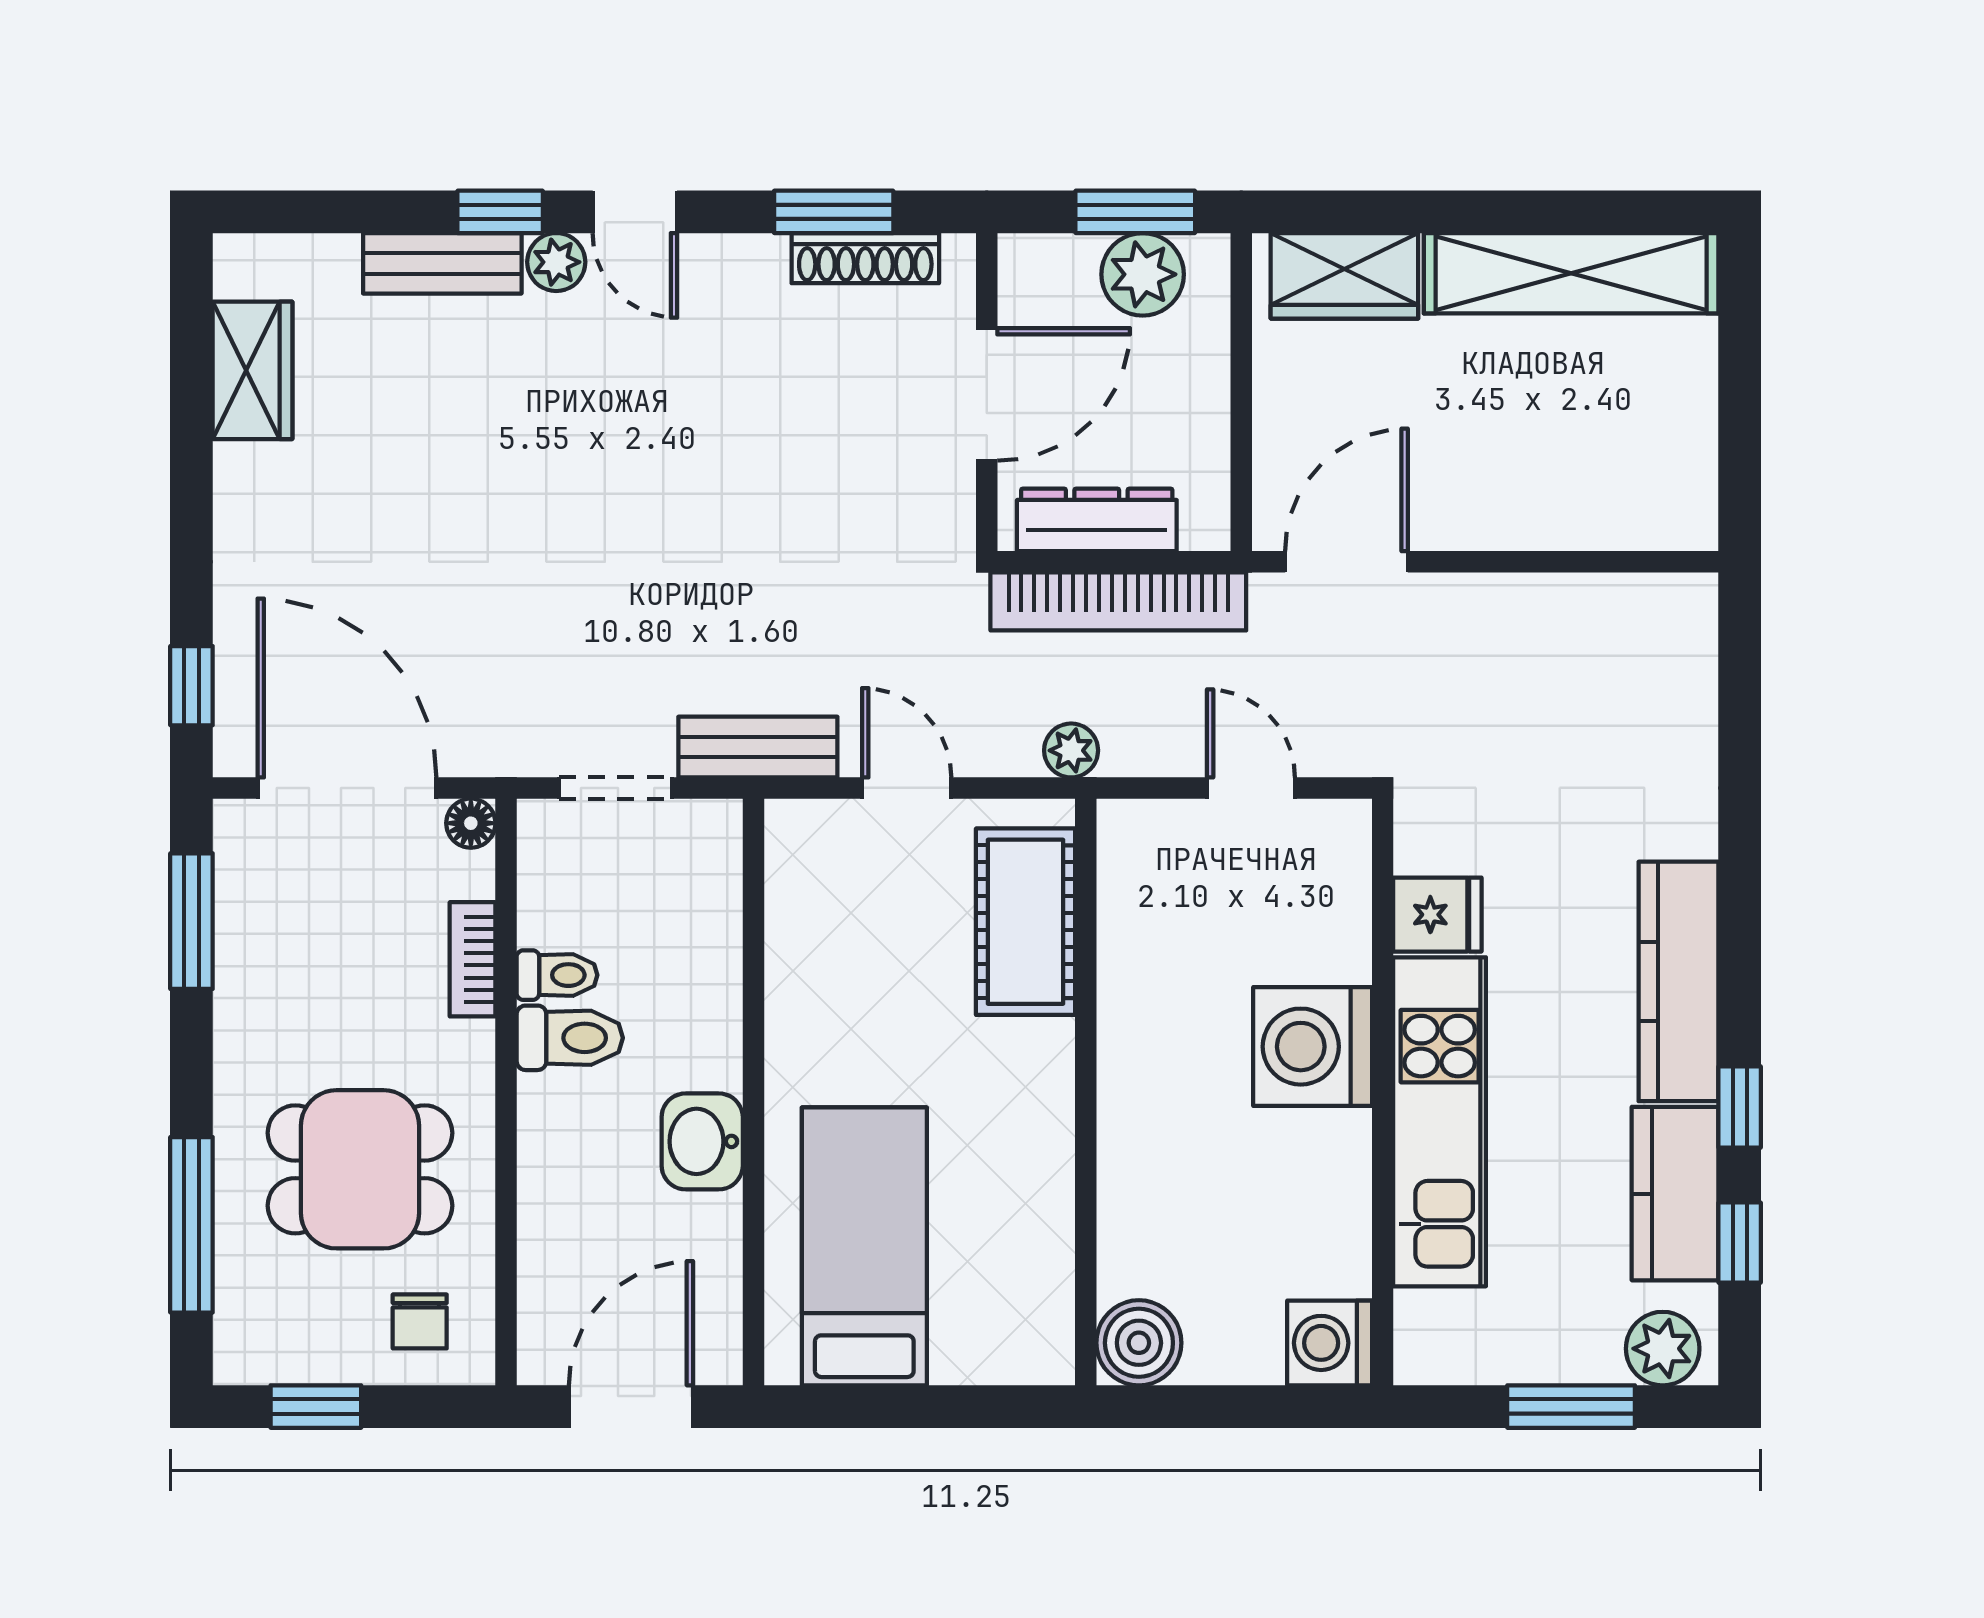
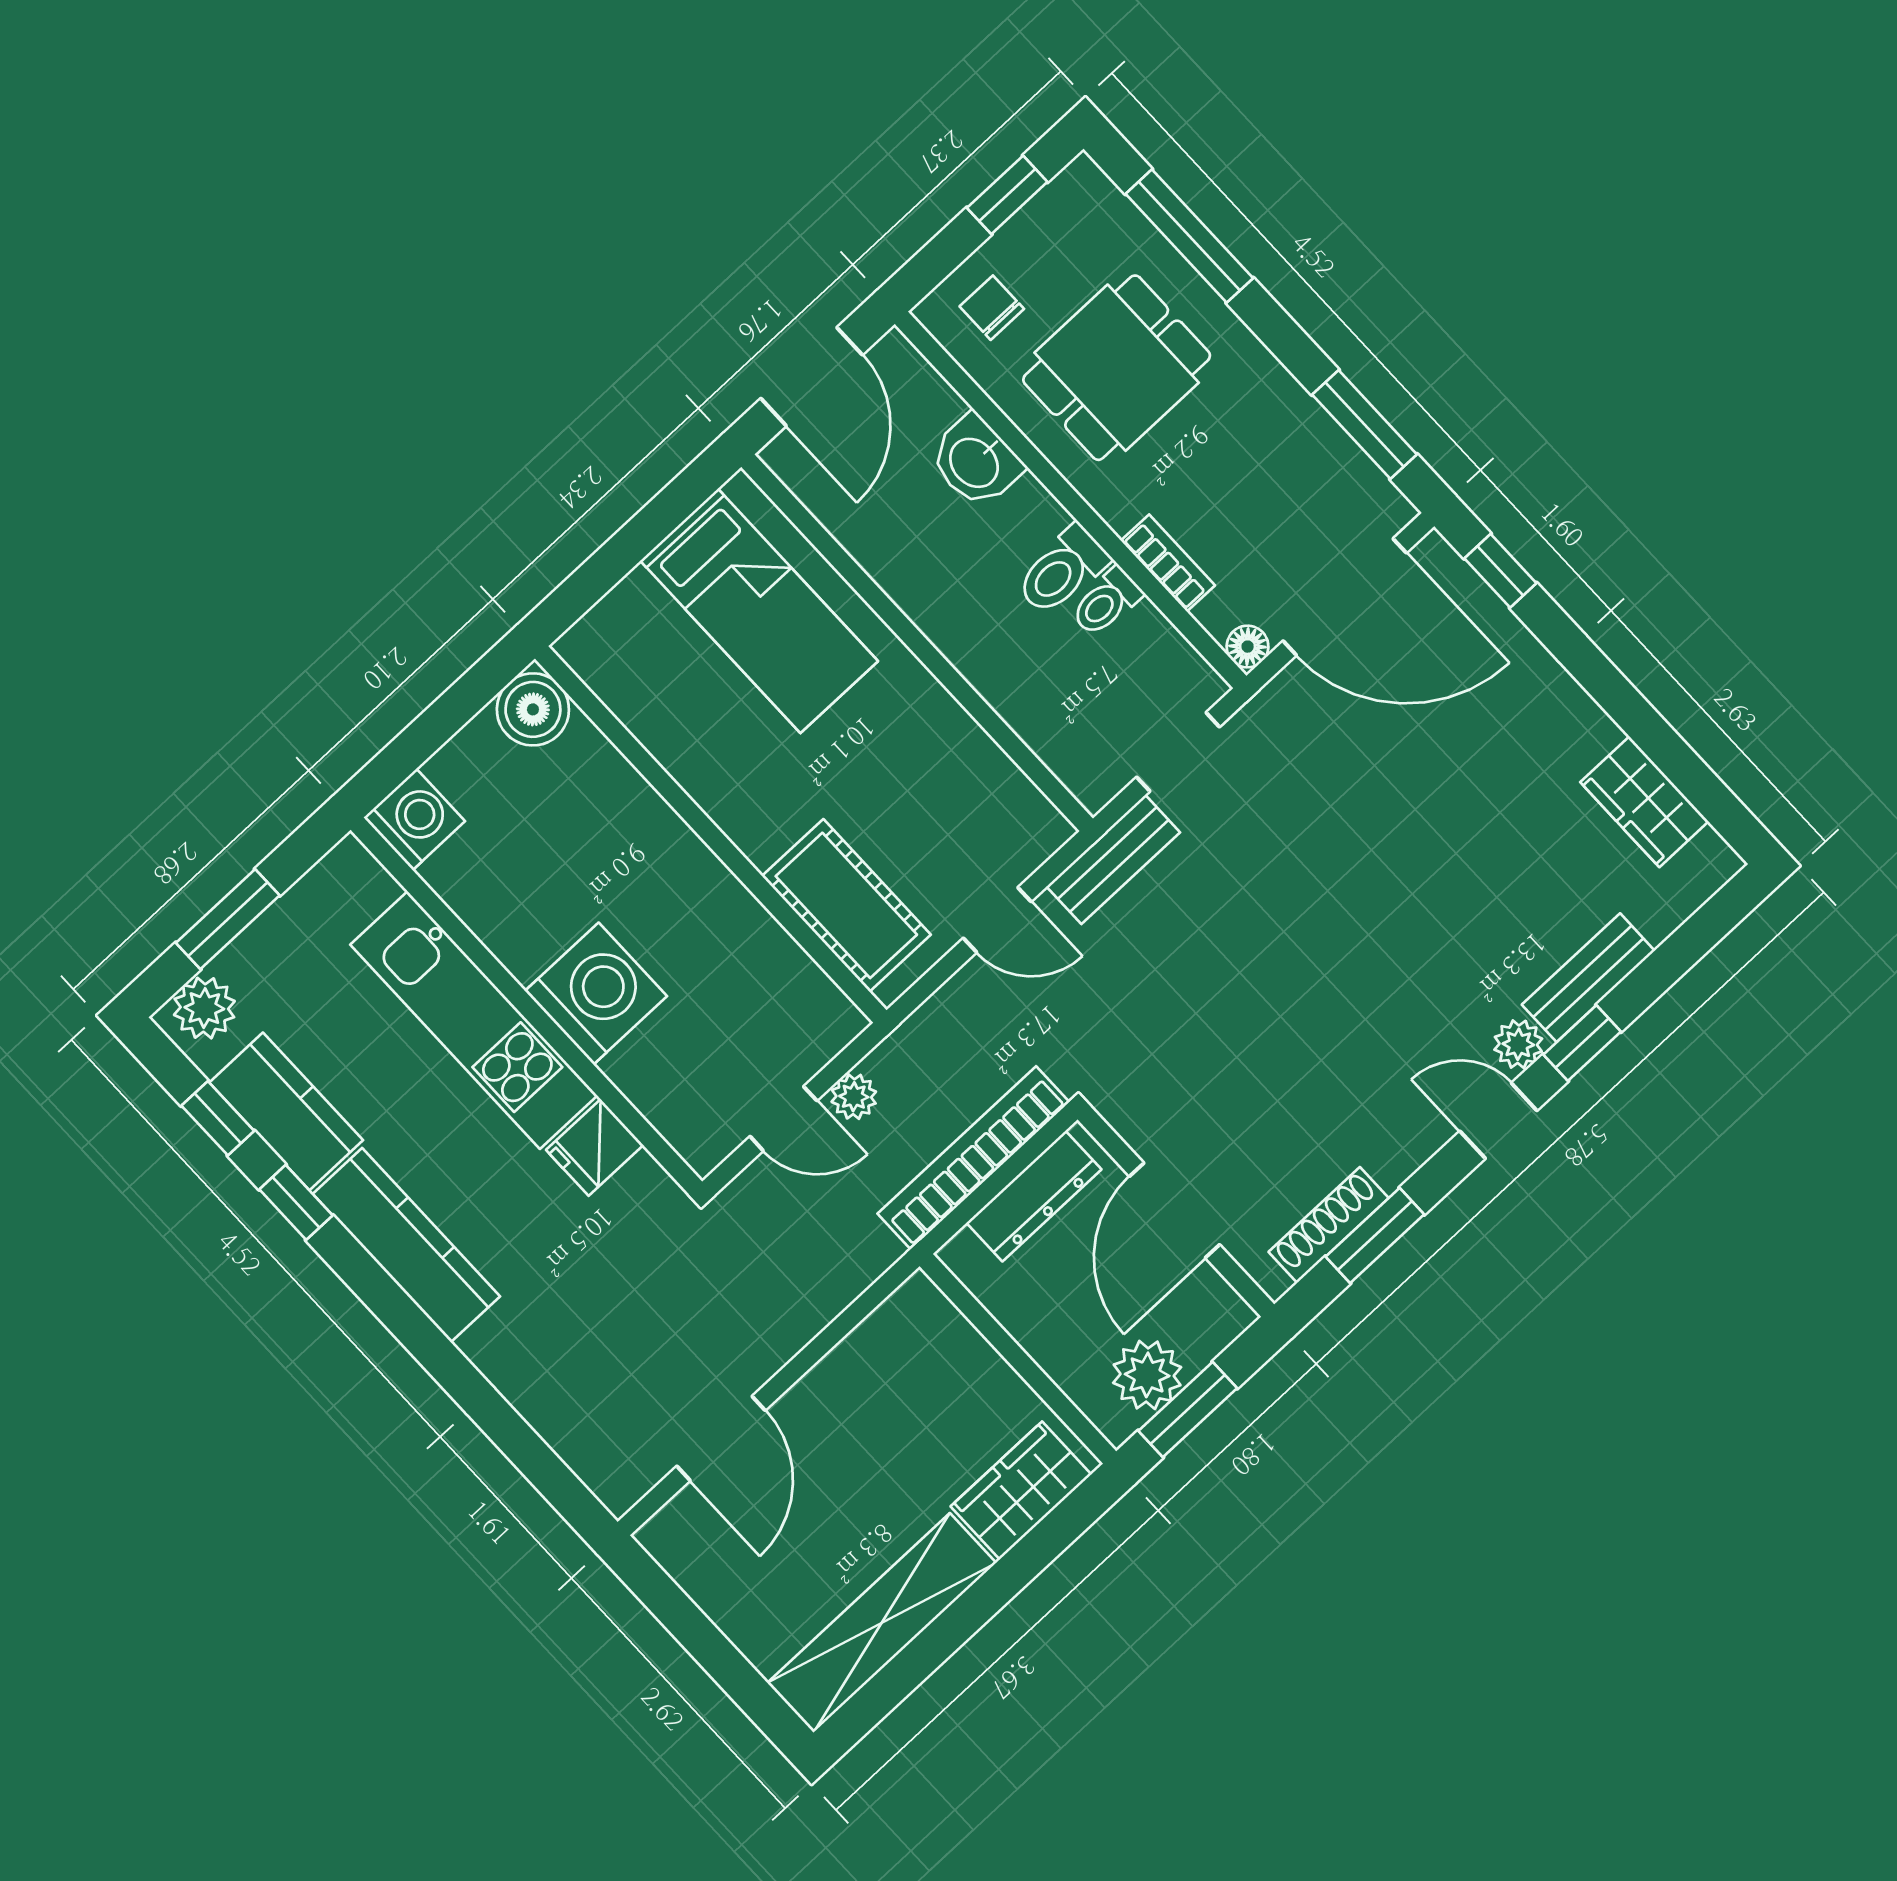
door: (1346, 562) -> (721, 1438), moved
plant: (1071, 750) -> (854, 1097), moved
washbasin: (702, 1141) -> (975, 461), moved, turned 180

